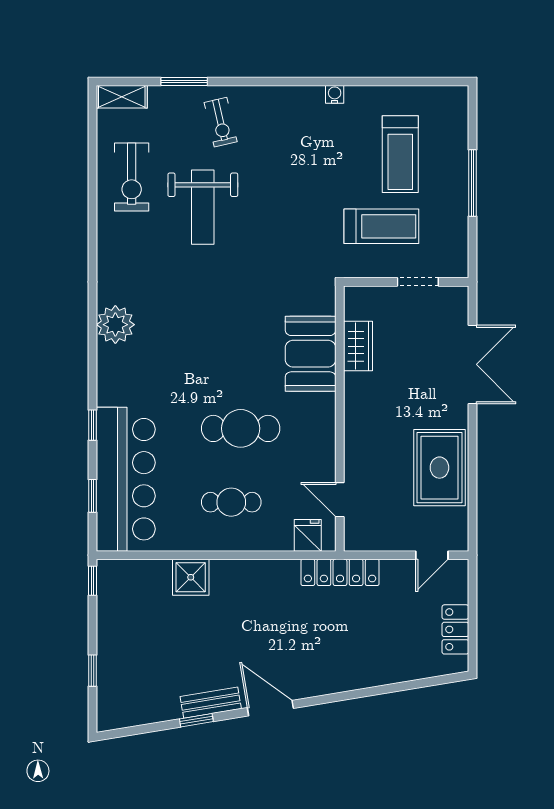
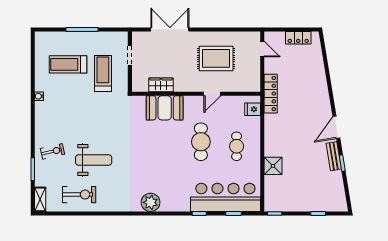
treadmill: (400, 154) -> (68, 64), turned 180
rug: (439, 468) -> (216, 58), moved
door: (340, 500) -> (212, 94), moved

